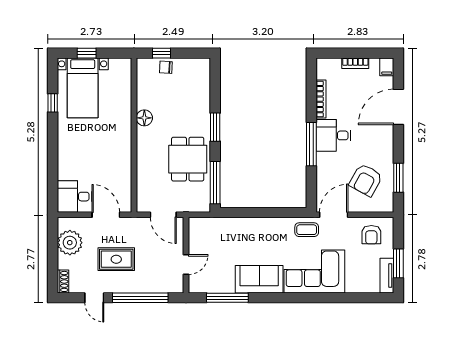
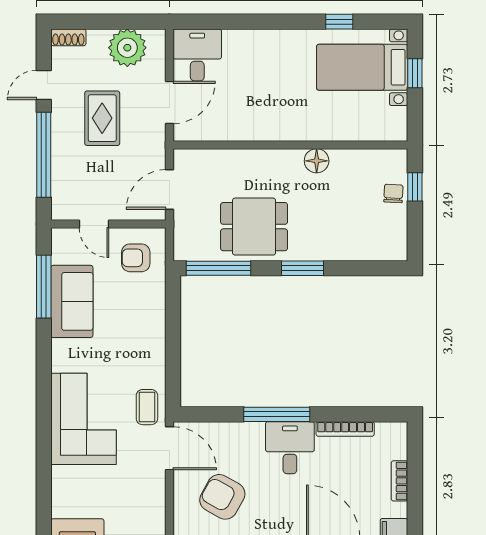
armchair: (371, 235) -> (136, 258), moved
sofa: (259, 279) -> (72, 301), moved

